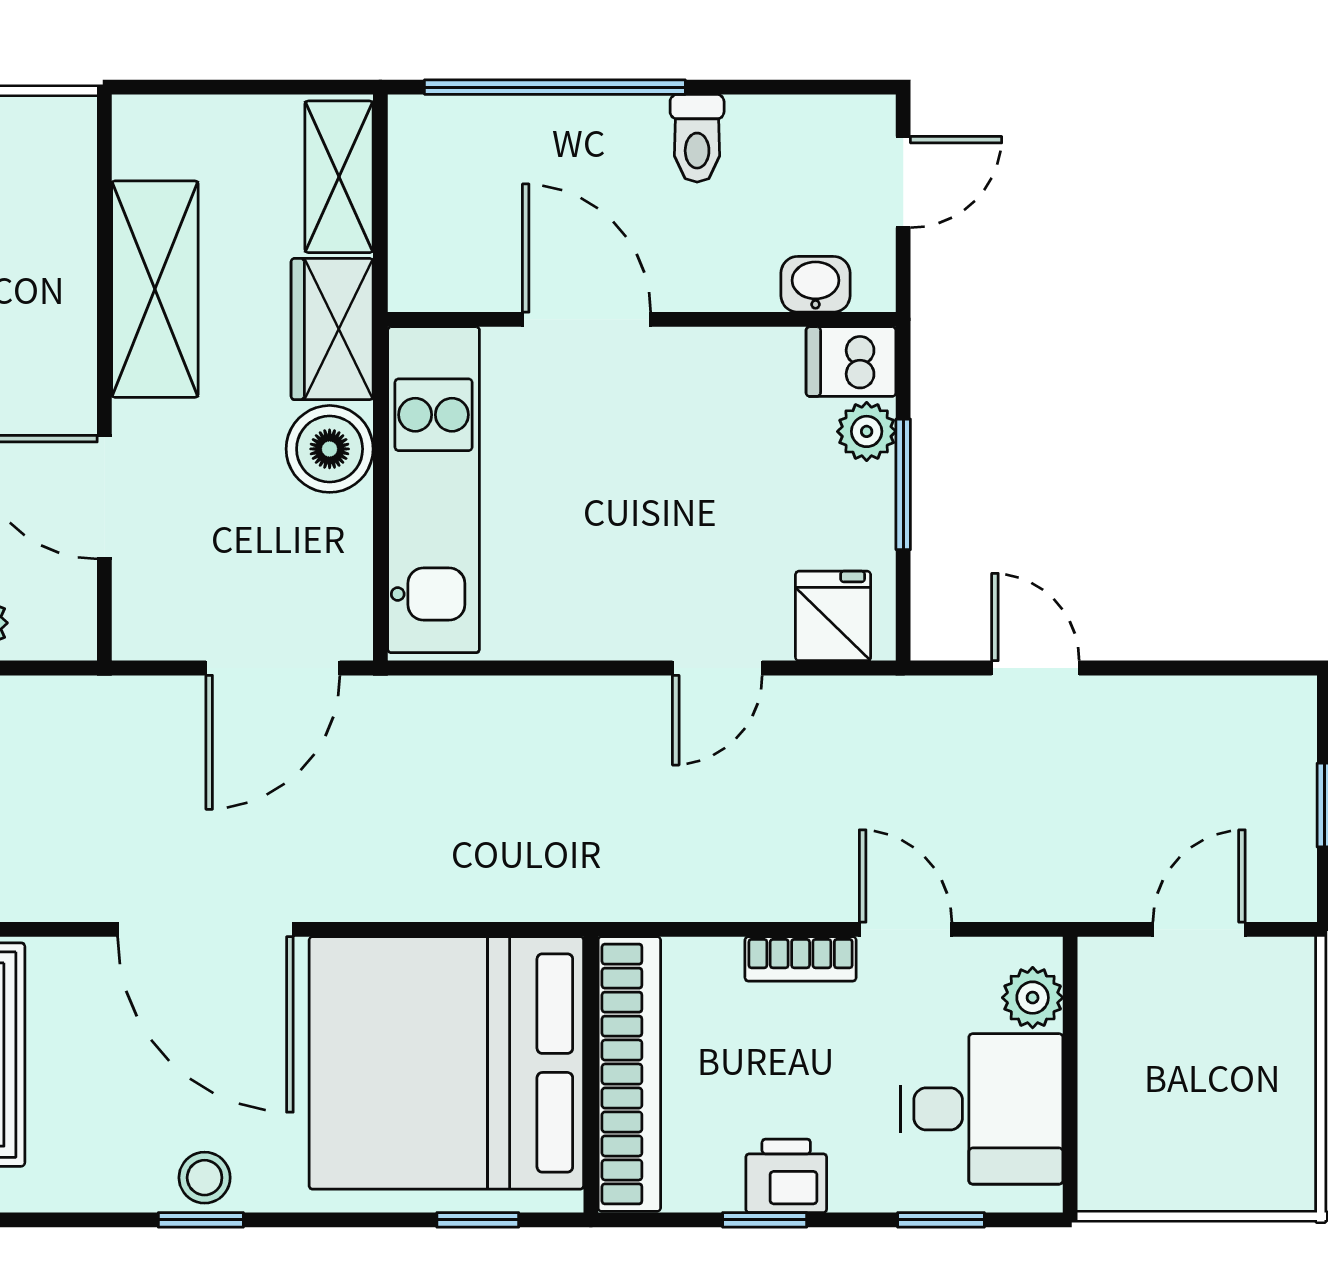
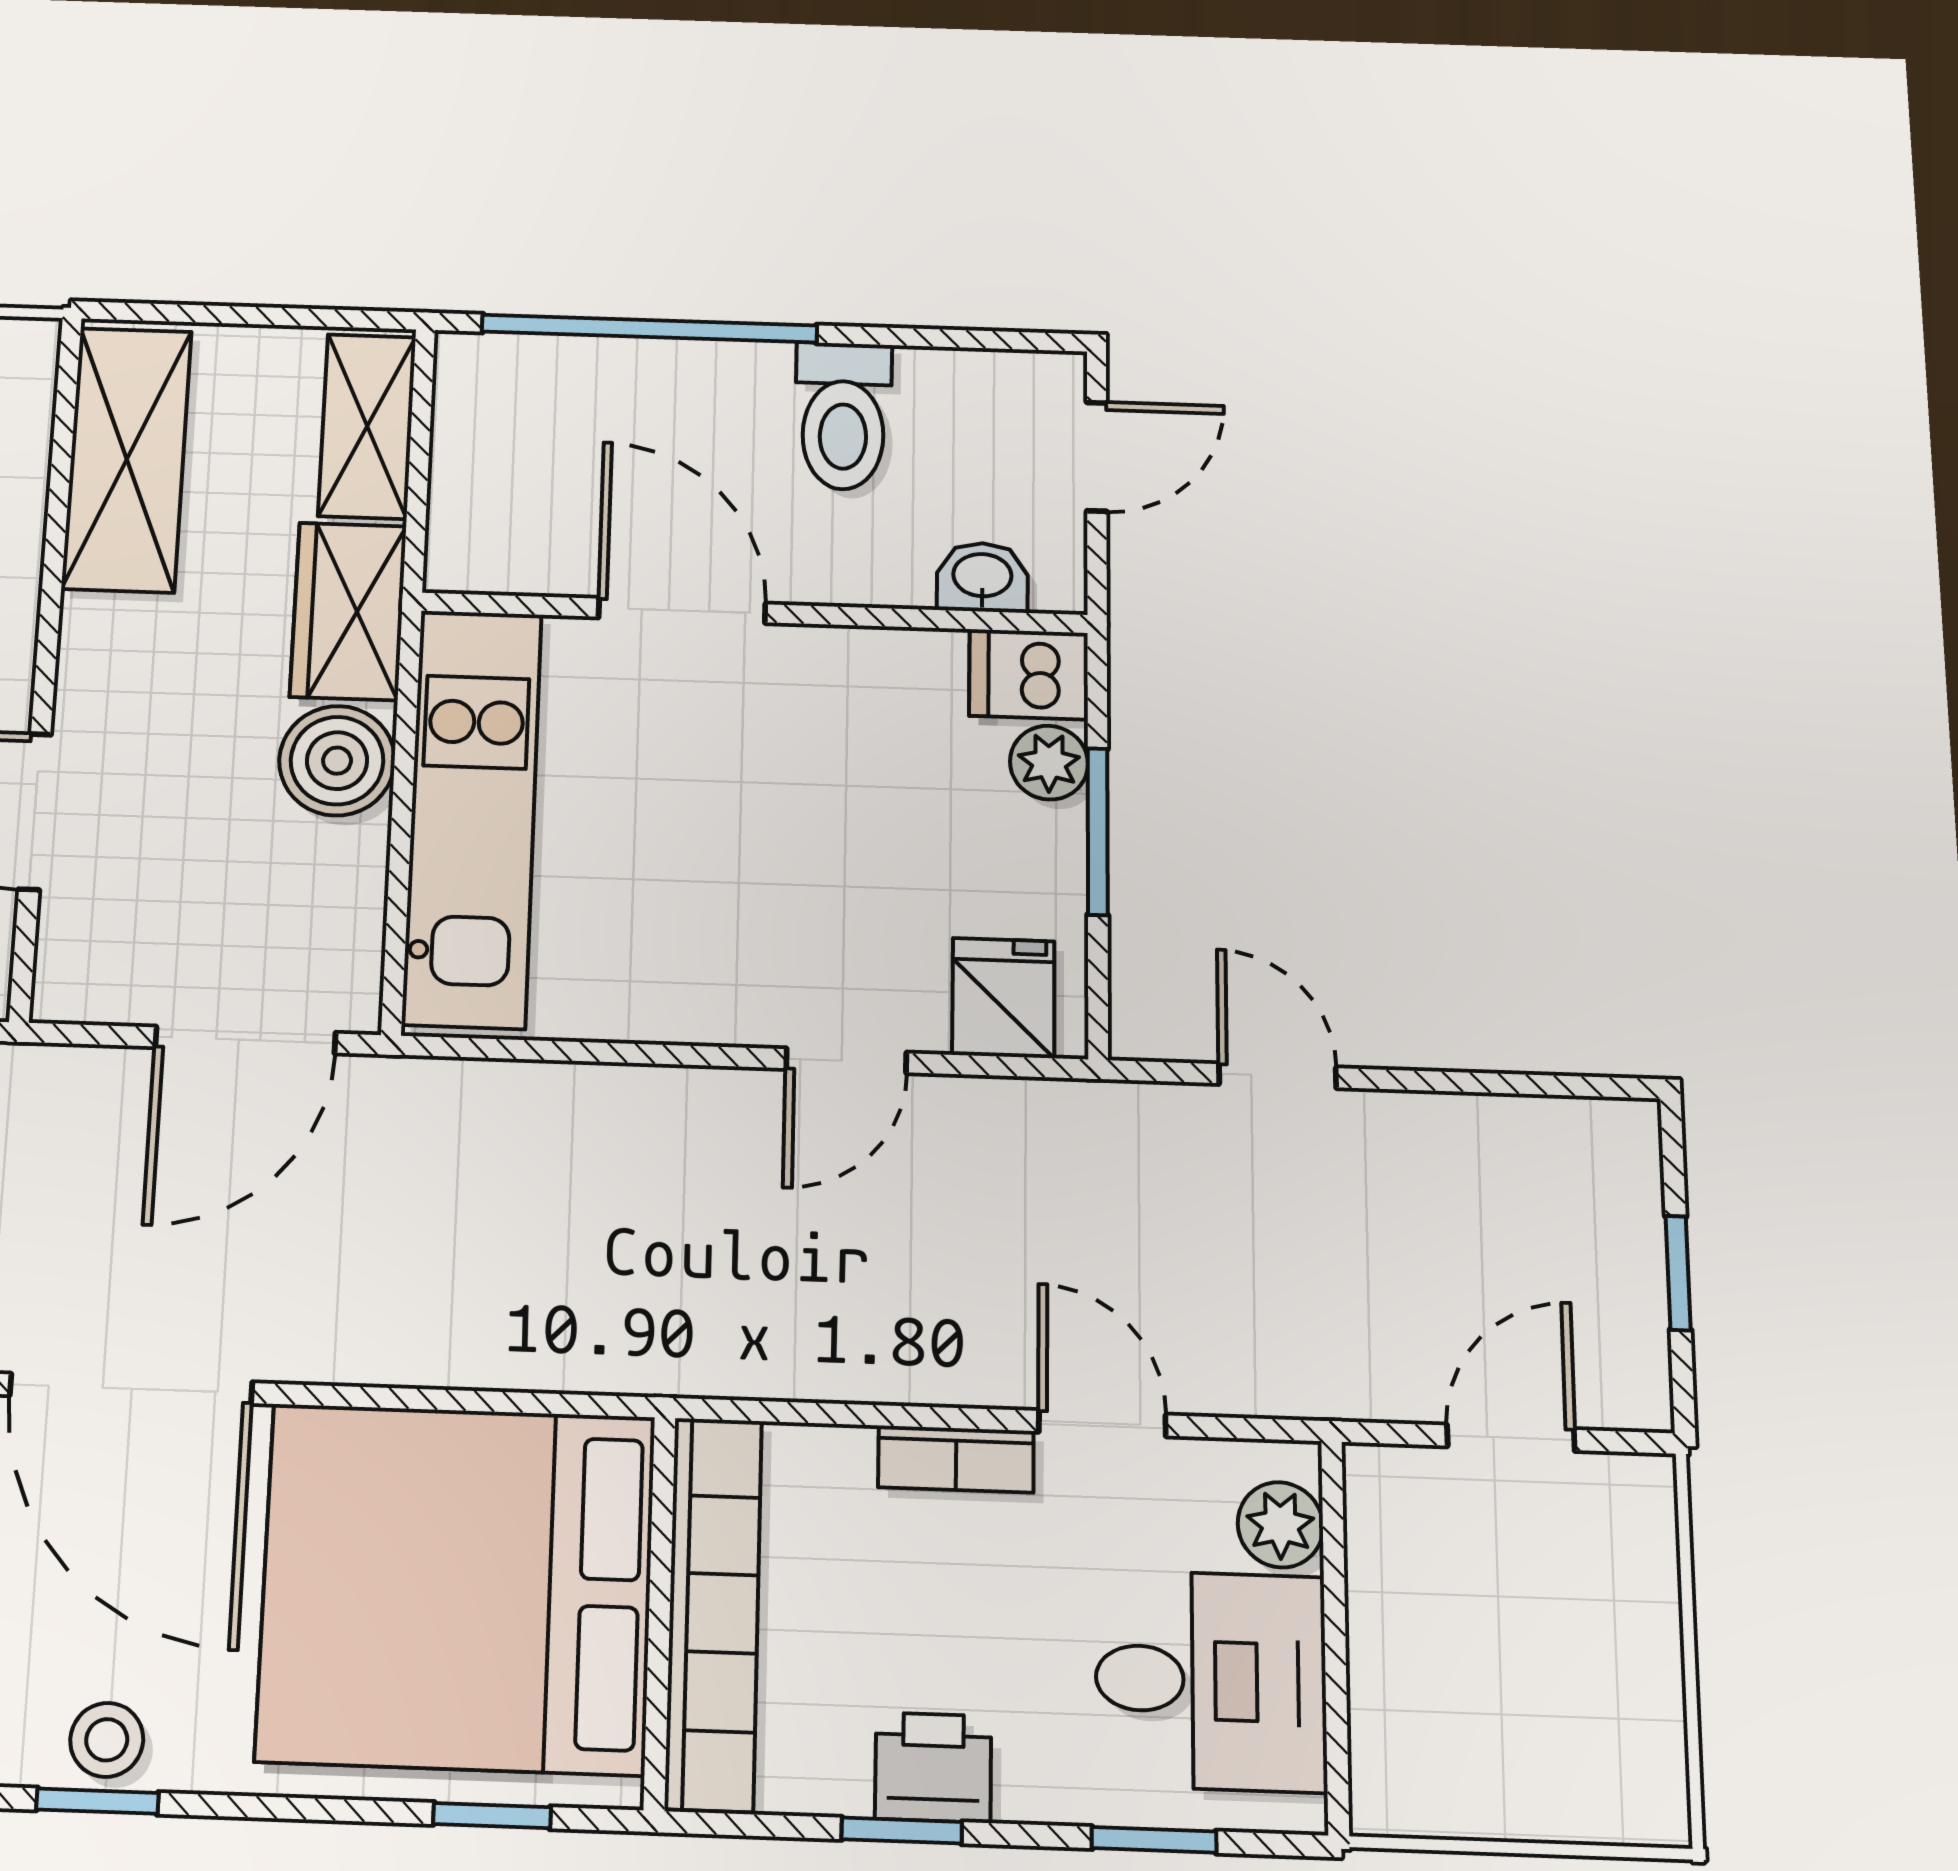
toilet: (697, 138) -> (843, 416), width x1.37, depth x1.39
shelving: (155, 289) -> (127, 459), moved

